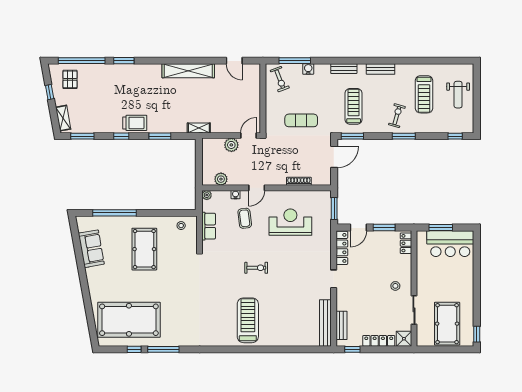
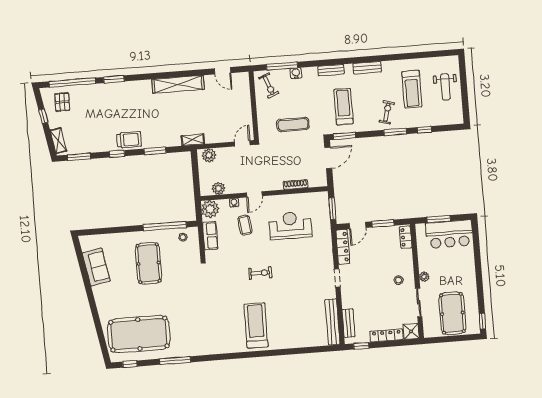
window: (455, 136) -> (424, 130), moved
plant: (231, 145) -> (209, 155), moved
plant: (207, 195) -> (210, 209), width x1.87, depth x1.87
window: (114, 213) -> (165, 226), moved
plant: (421, 284) -> (424, 277), added
window: (134, 349) -> (130, 364), moved

